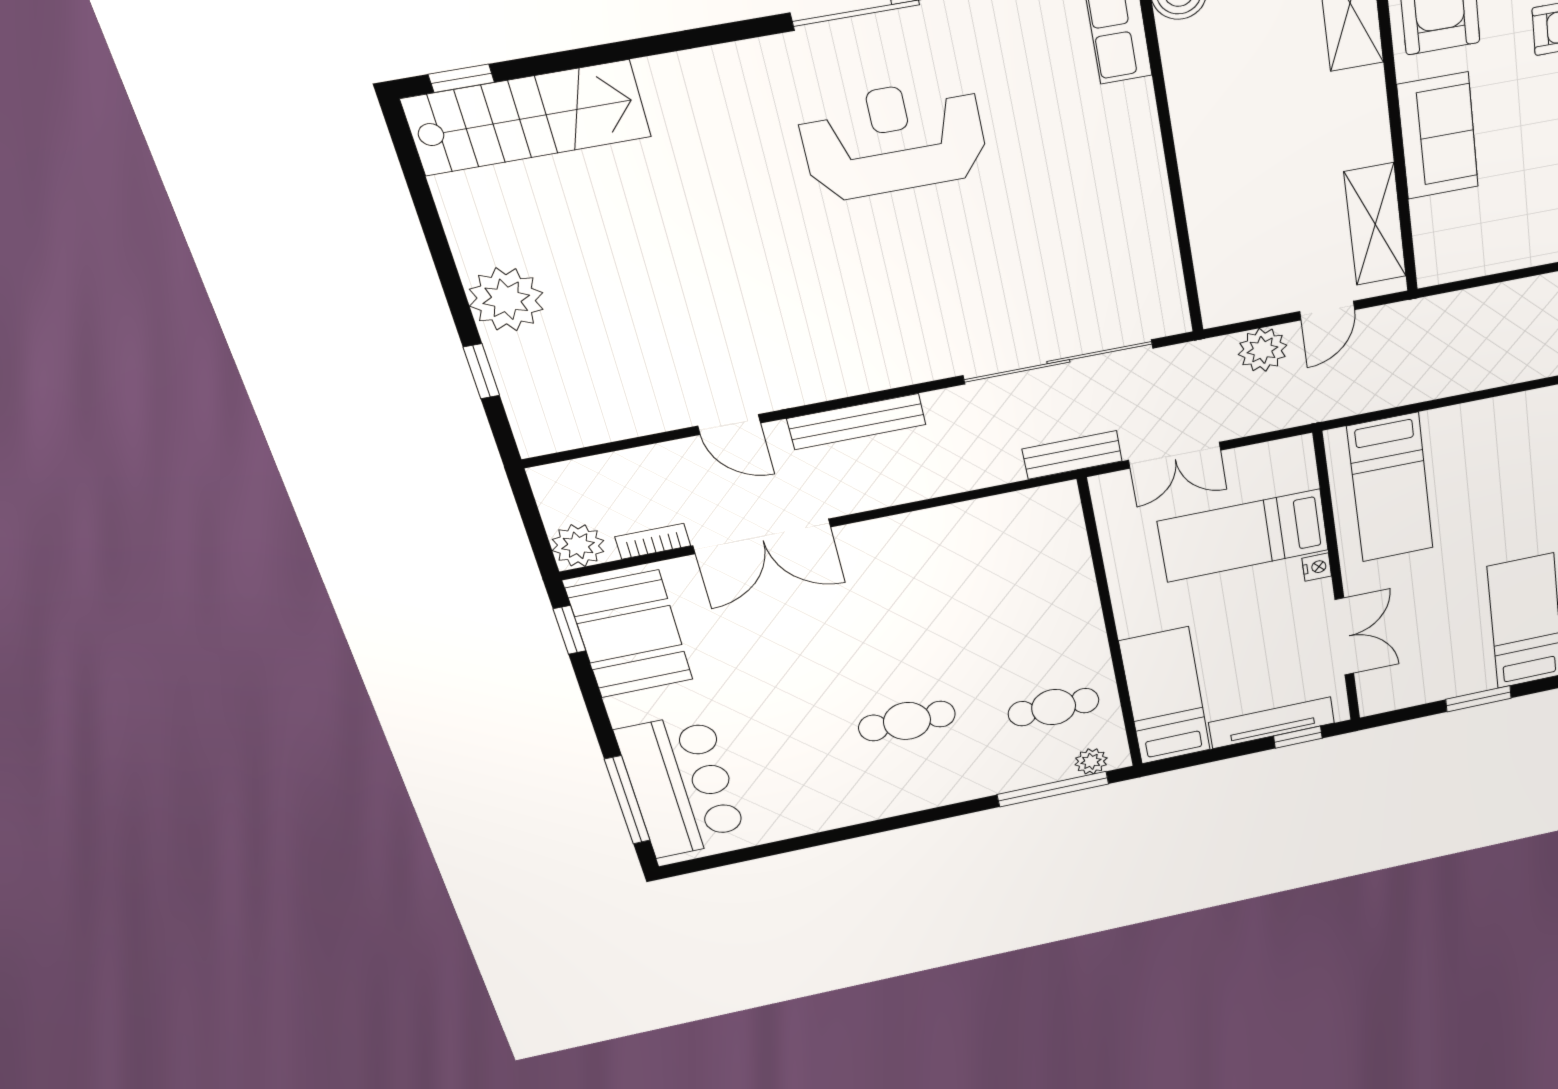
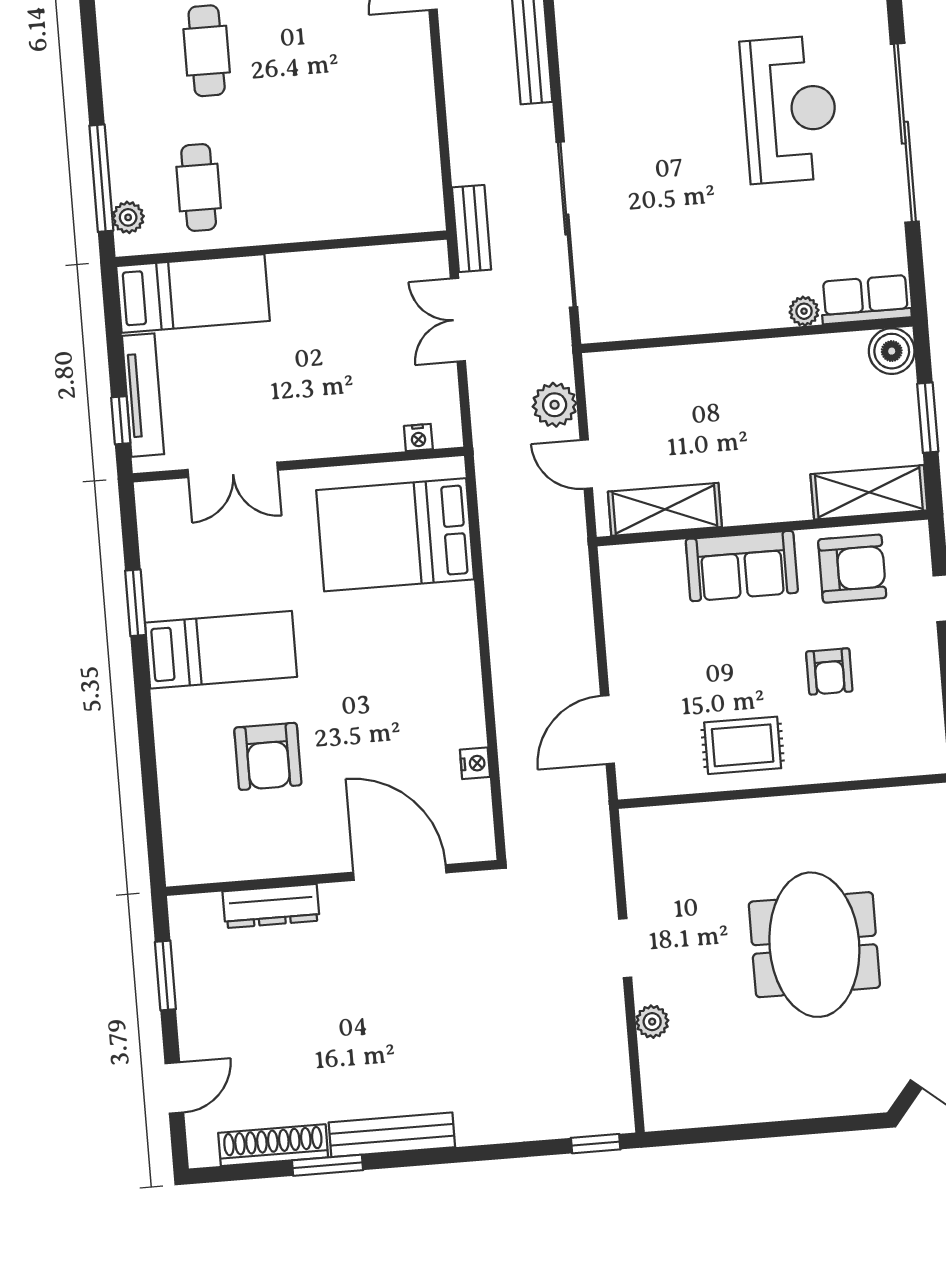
plant: (1138, 98) -> (804, 311), added
bed: (1390, 488) -> (395, 535), width x1.50
bed: (1243, 536) -> (362, 378), removed
nightstand: (1317, 567) -> (418, 438), moved

